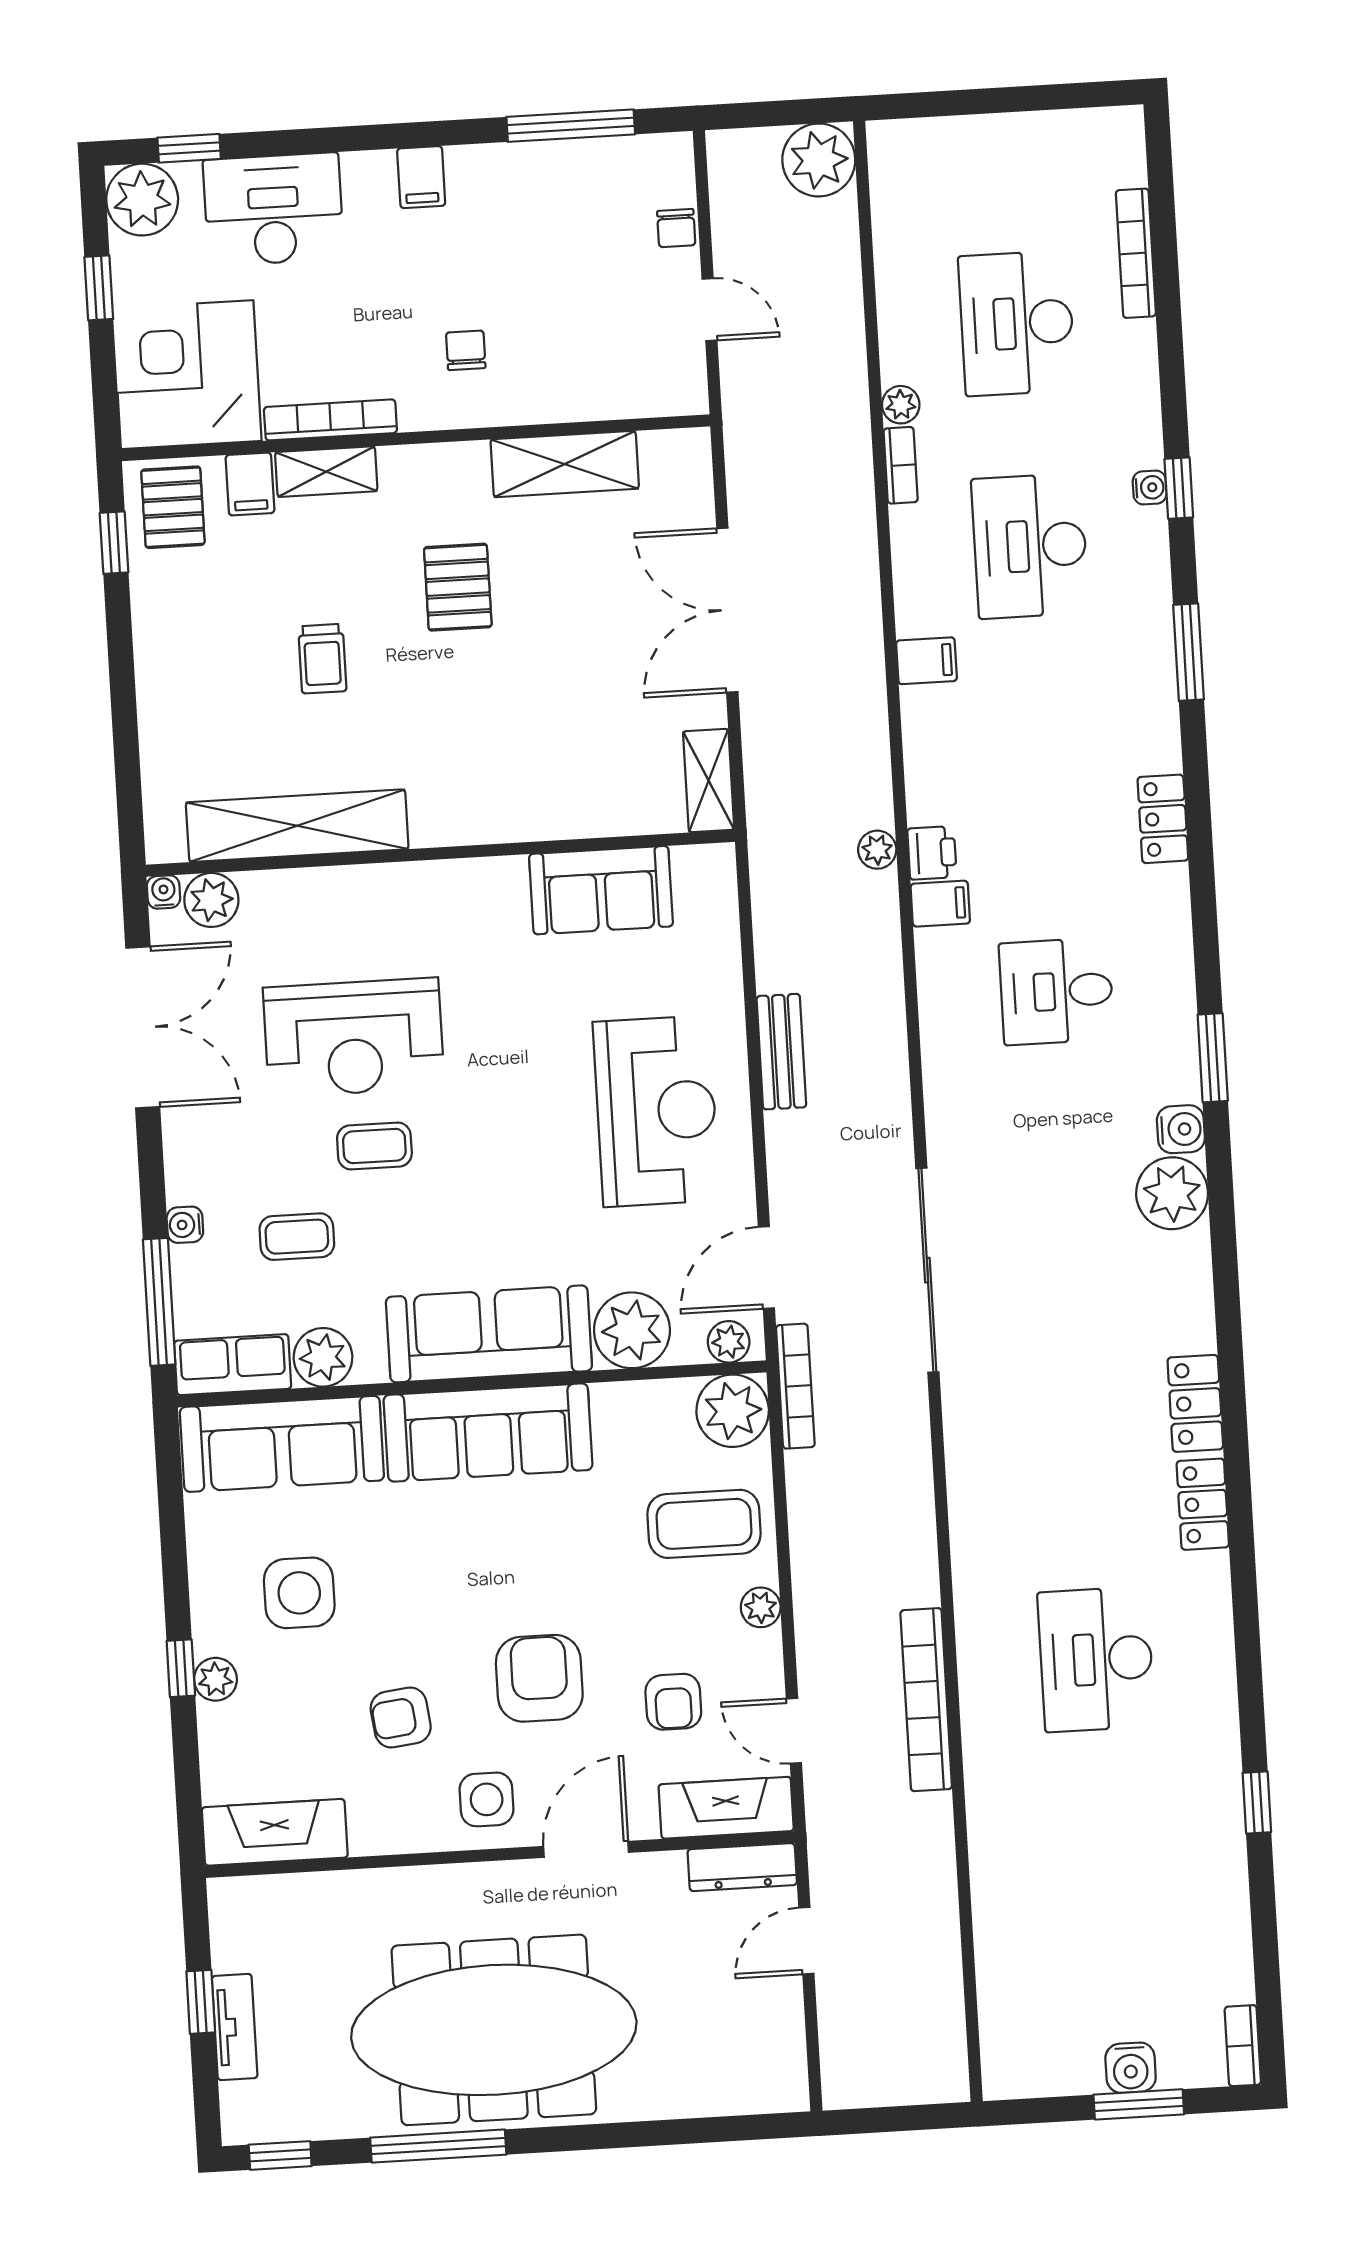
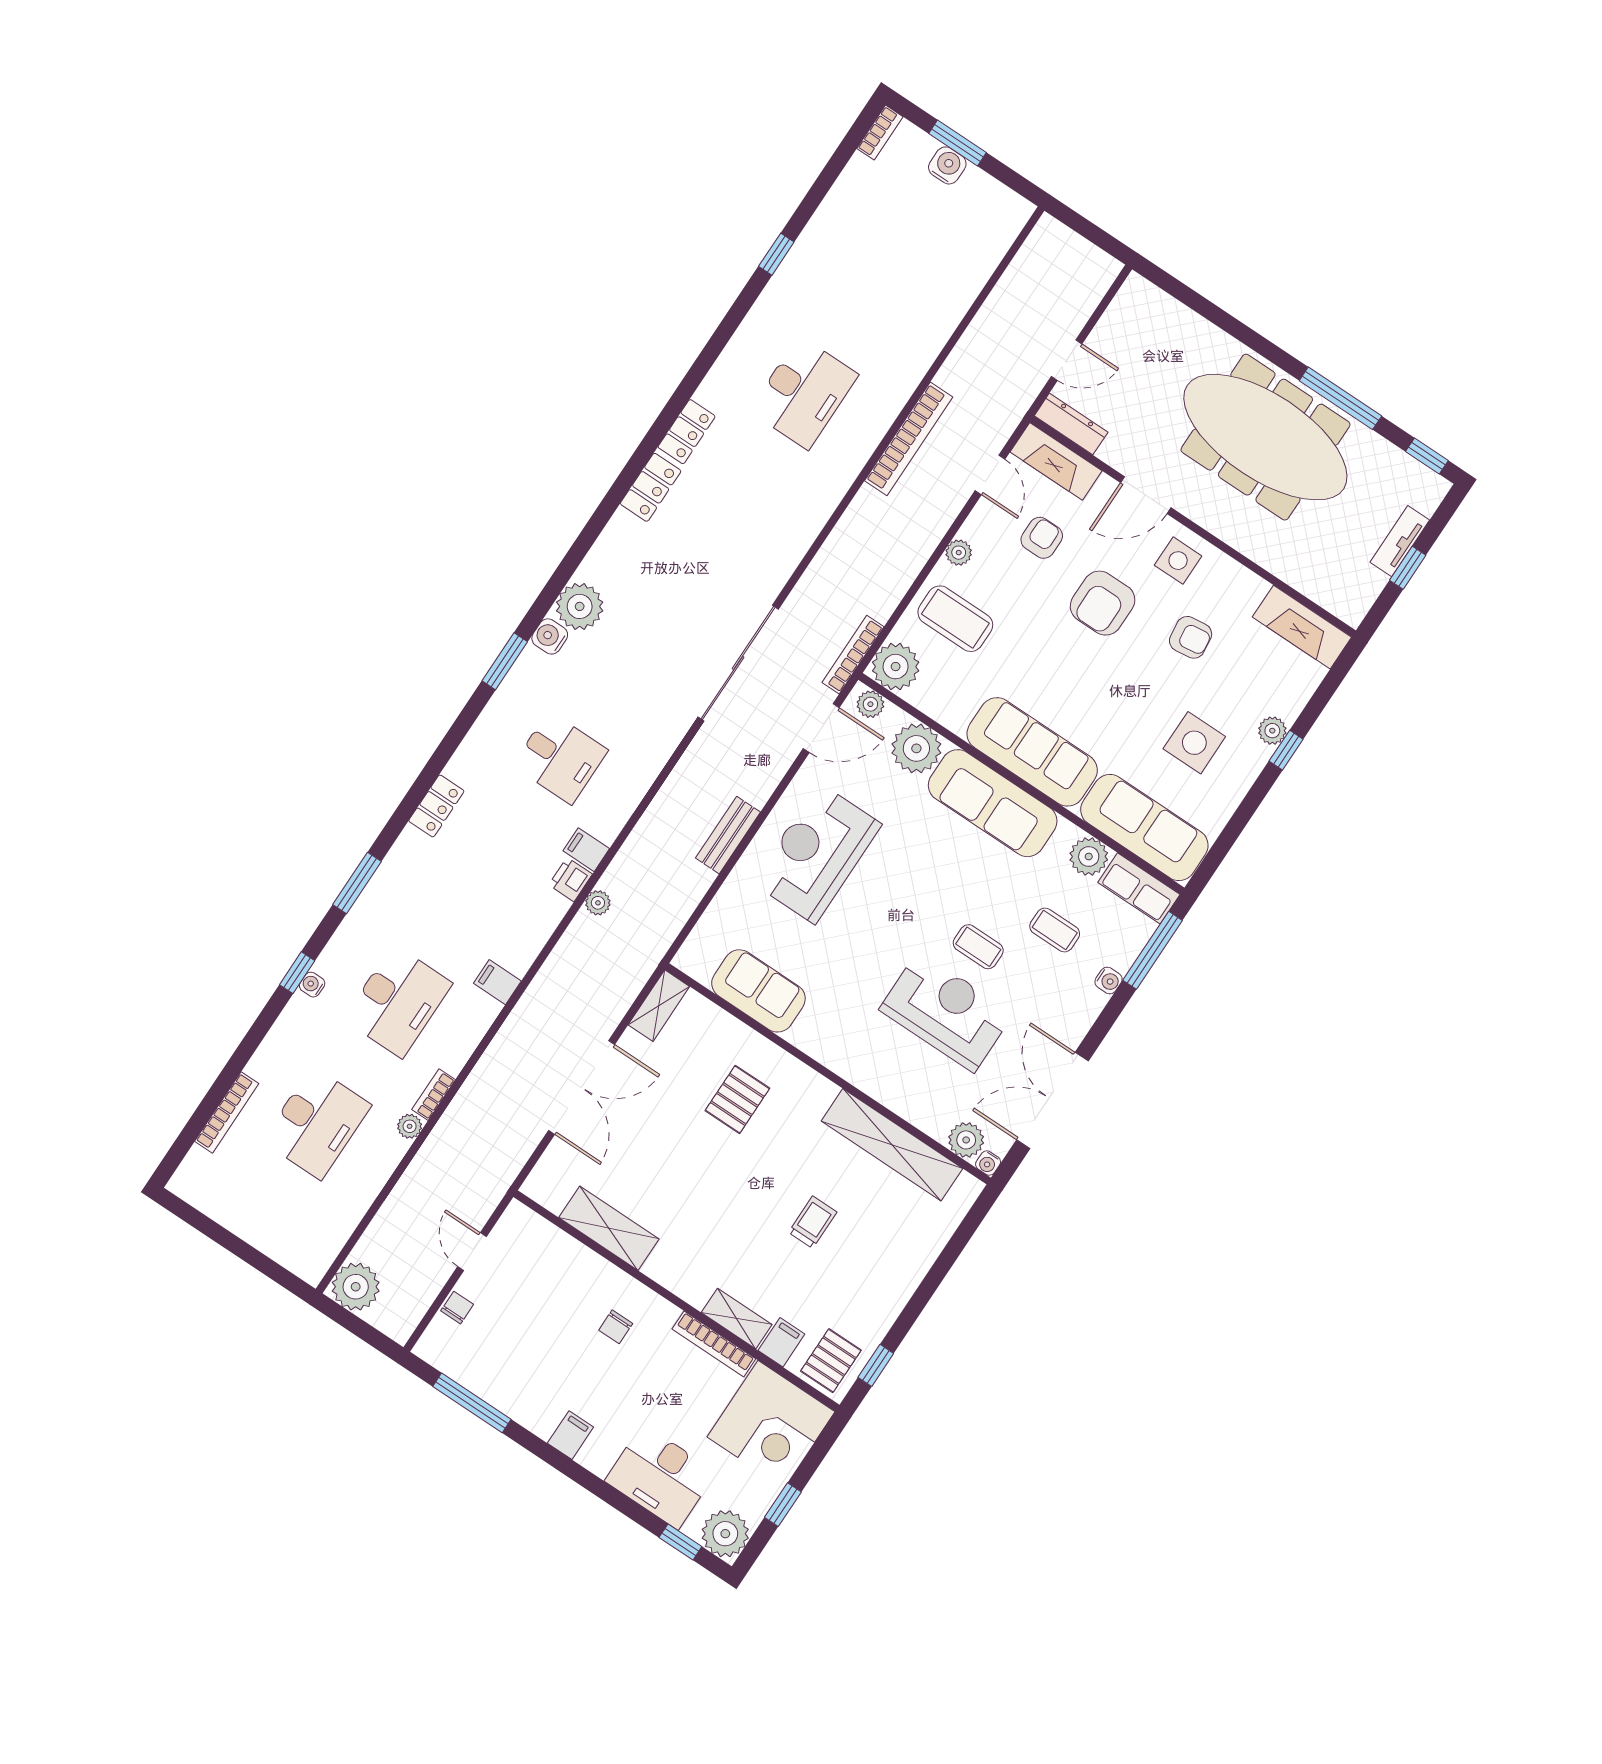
pallet: (458, 587) -> (737, 1099), moved

